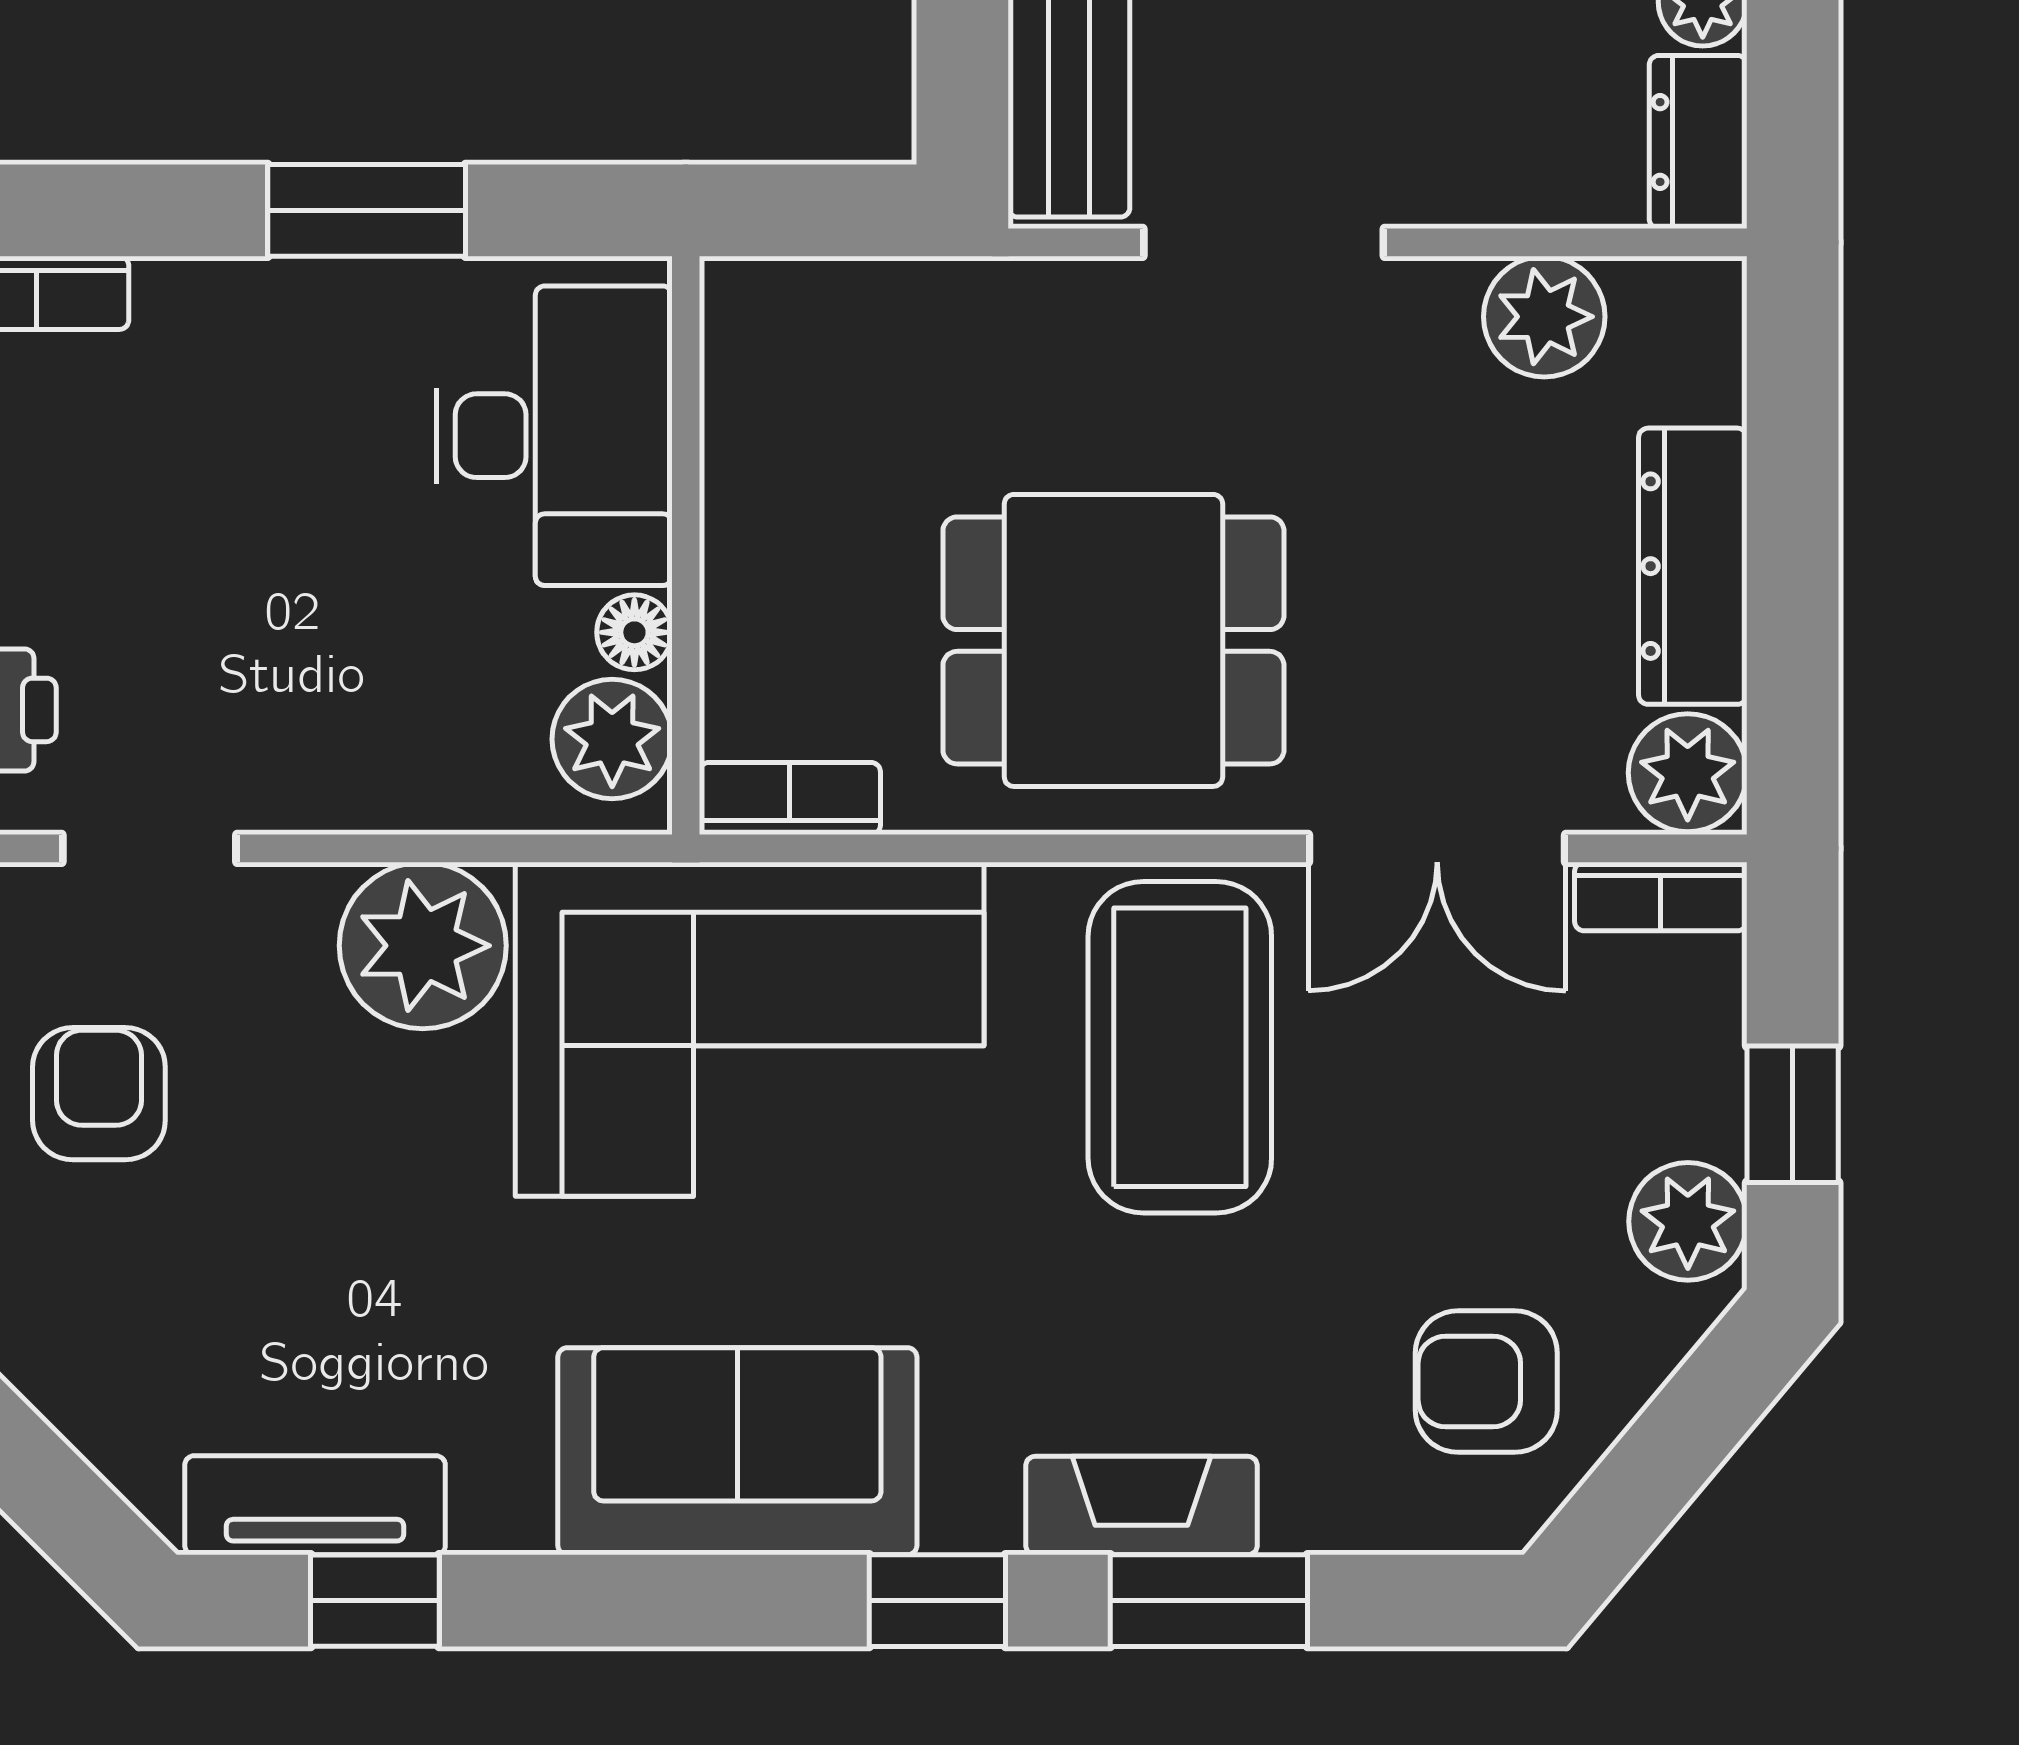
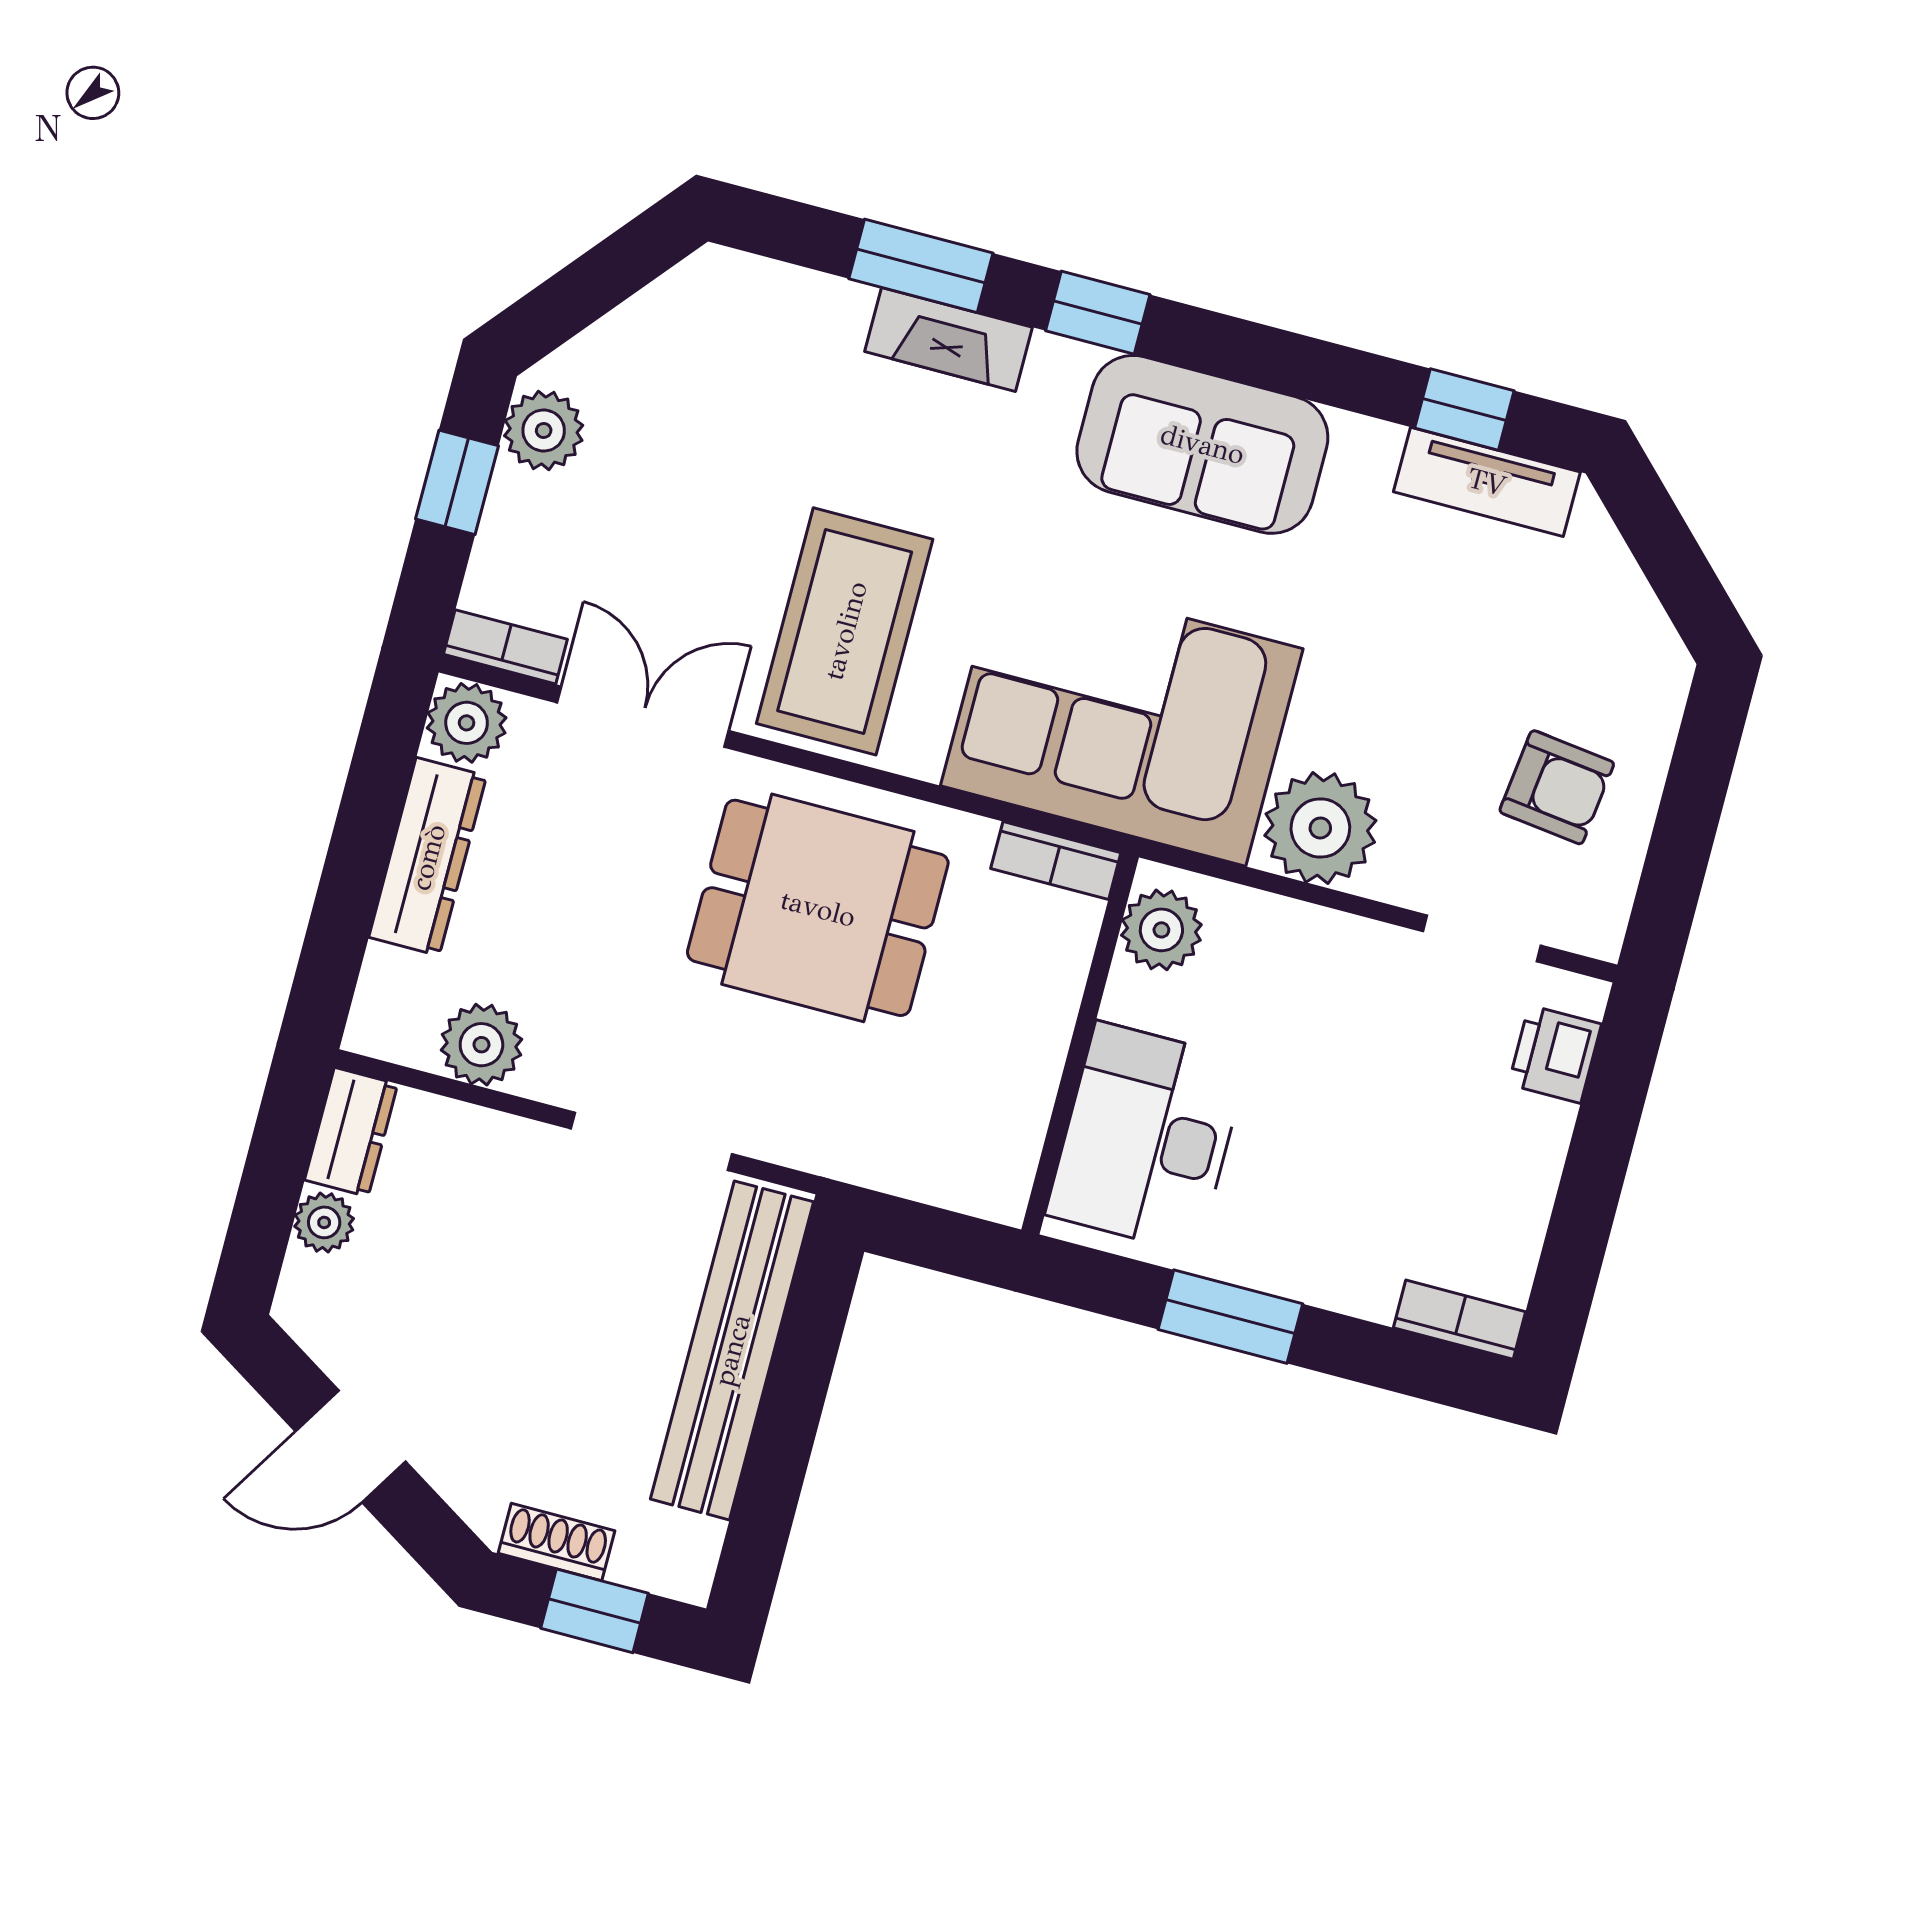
floor lamp: (634, 632) -> (1129, 996), removed
armchair: (99, 1094) -> (1557, 787), turned -83
armchair: (1486, 1382) -> (702, 361), removed

